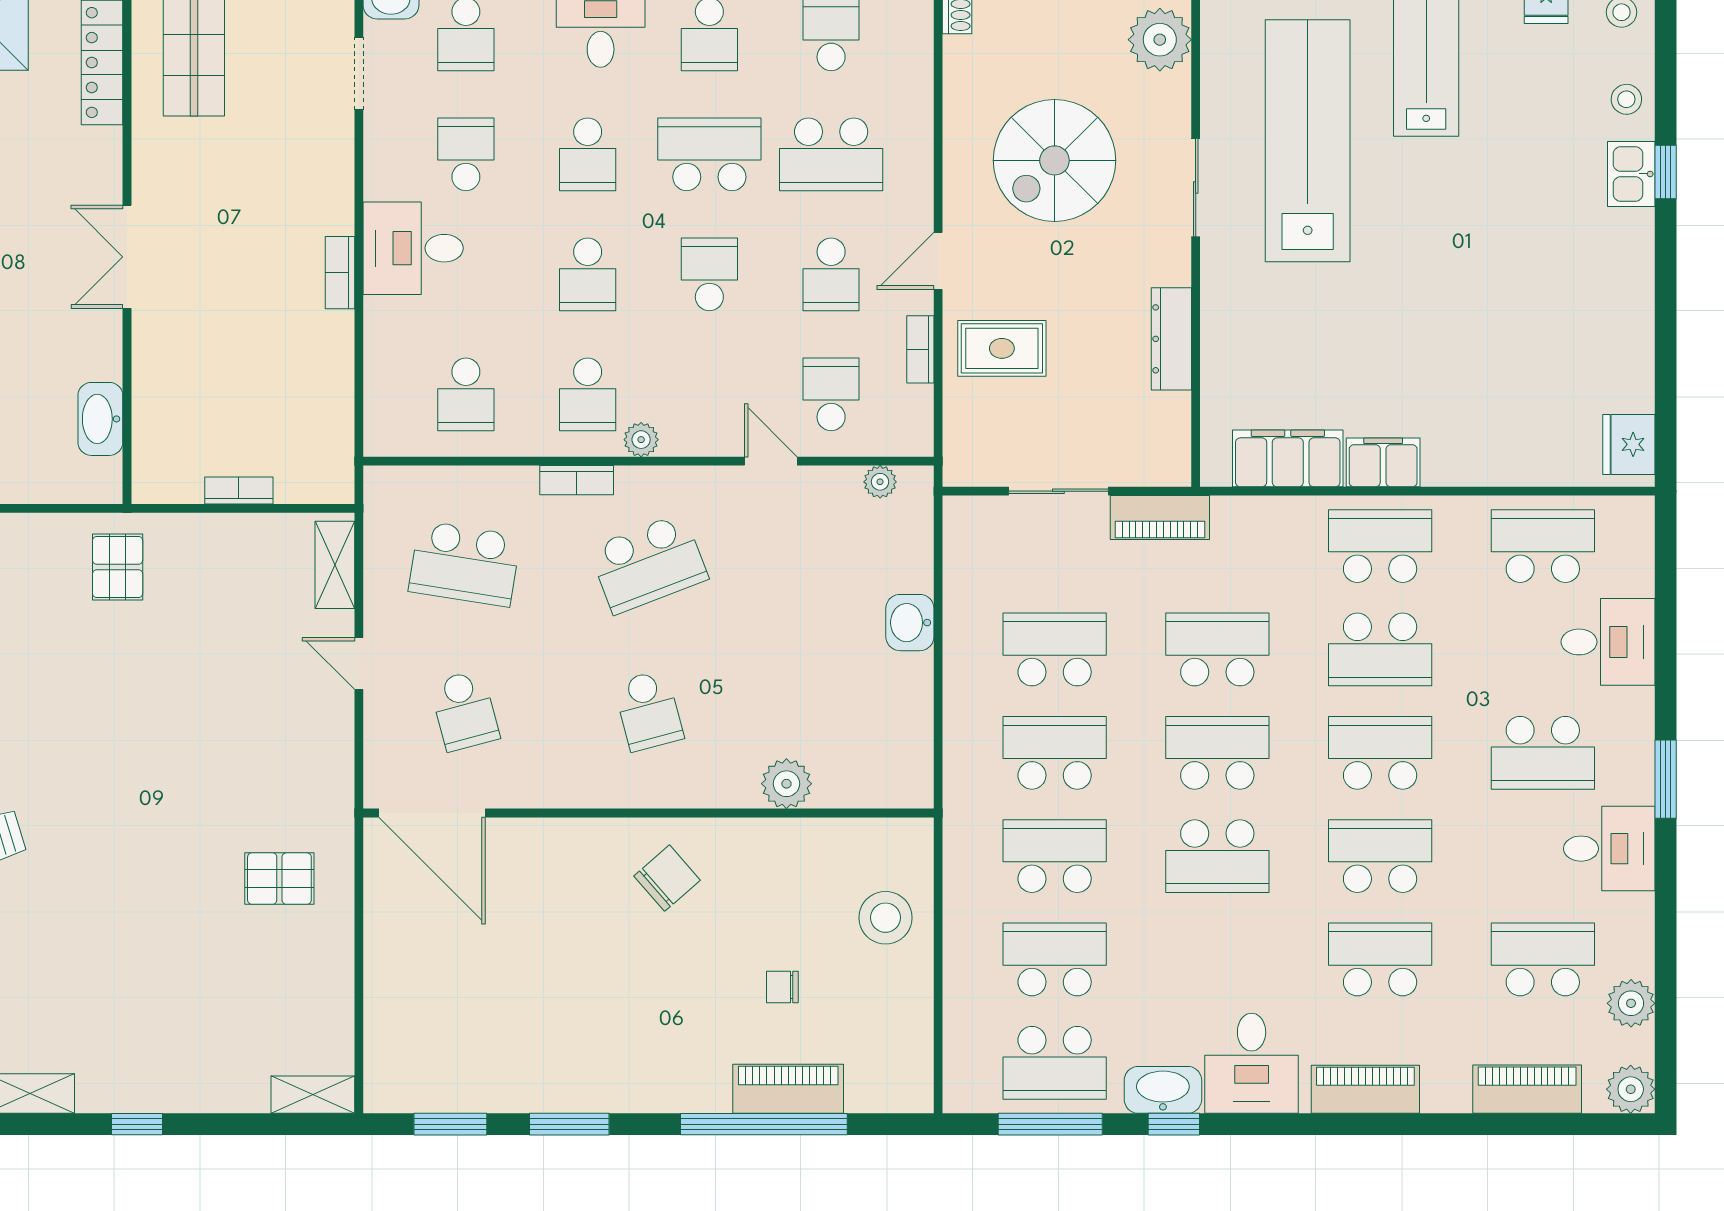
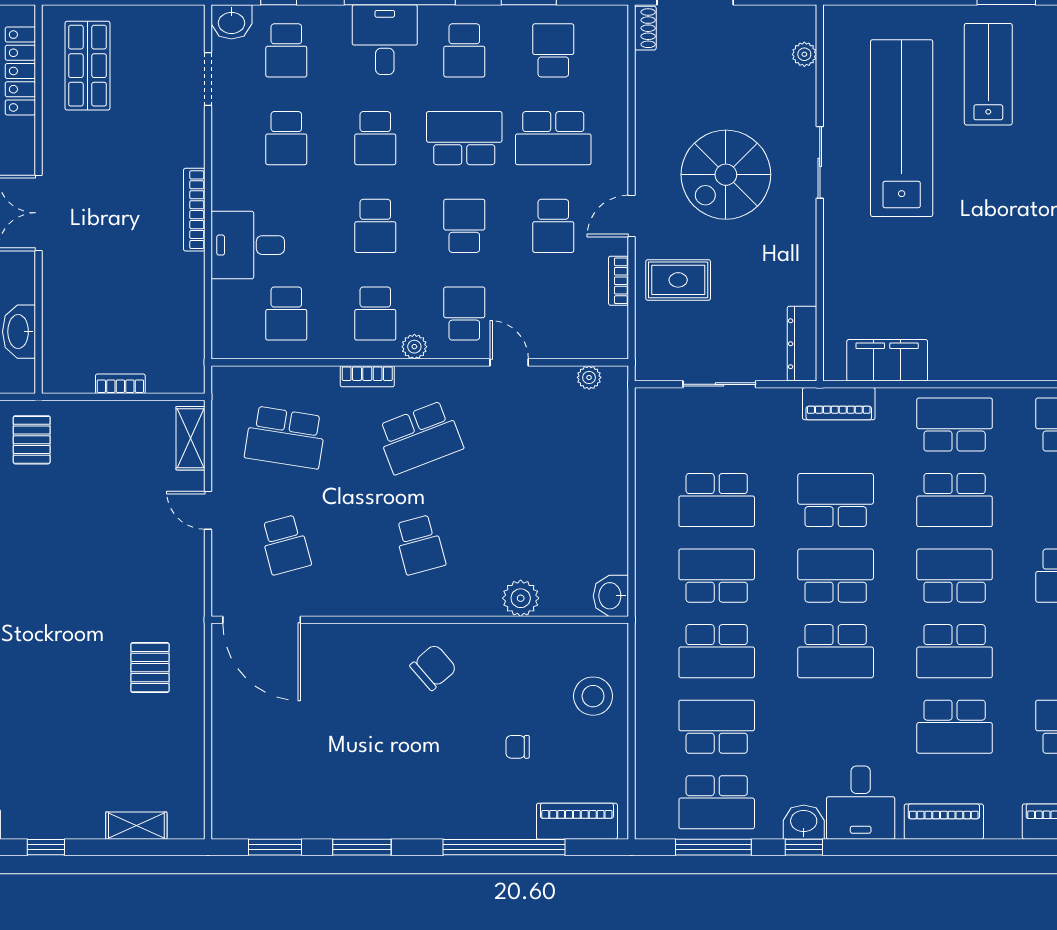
plant: (1160, 40) -> (804, 54), width x0.53, depth x0.53
school desk: (466, 154) -> (286, 138), turned 180
spiral stairs: (1054, 160) -> (726, 175), moved
desk: (413, 248) -> (248, 245), moved
bookcase: (340, 273) -> (194, 210), width x1.56
dresser: (1171, 339) -> (802, 344), moved
school desk: (831, 394) -> (464, 314), moved
filing cabinet: (1383, 462) -> (957, 363), removed
piano: (1160, 518) -> (839, 404), moved
washbasin: (910, 623) -> (611, 596), moved
school desk: (1055, 649) -> (717, 500), turned 180
school desk: (1055, 856) -> (717, 651), turned 180
school desk: (1380, 856) -> (955, 651), turned 180
pallet: (279, 879) -> (150, 668), turned 90
school desk: (1380, 959) -> (955, 727), turned 180
piano: (788, 1089) -> (577, 821), moved
washbasin: (1163, 1090) -> (804, 822), width x0.72
shelving: (313, 1095) -> (136, 826), moved

